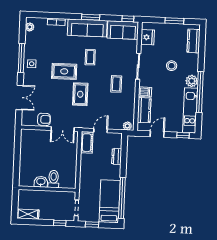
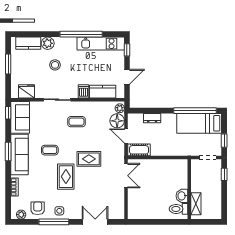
plant: (192, 81) -> (48, 43), moved
armchair: (44, 119) -> (38, 208), moved
floor lamp: (115, 123) -> (117, 121), added
door: (157, 134) -> (127, 77), swing flipped
toilet: (54, 179) -> (178, 209), moved
shelving: (28, 214) -> (196, 204), moved

